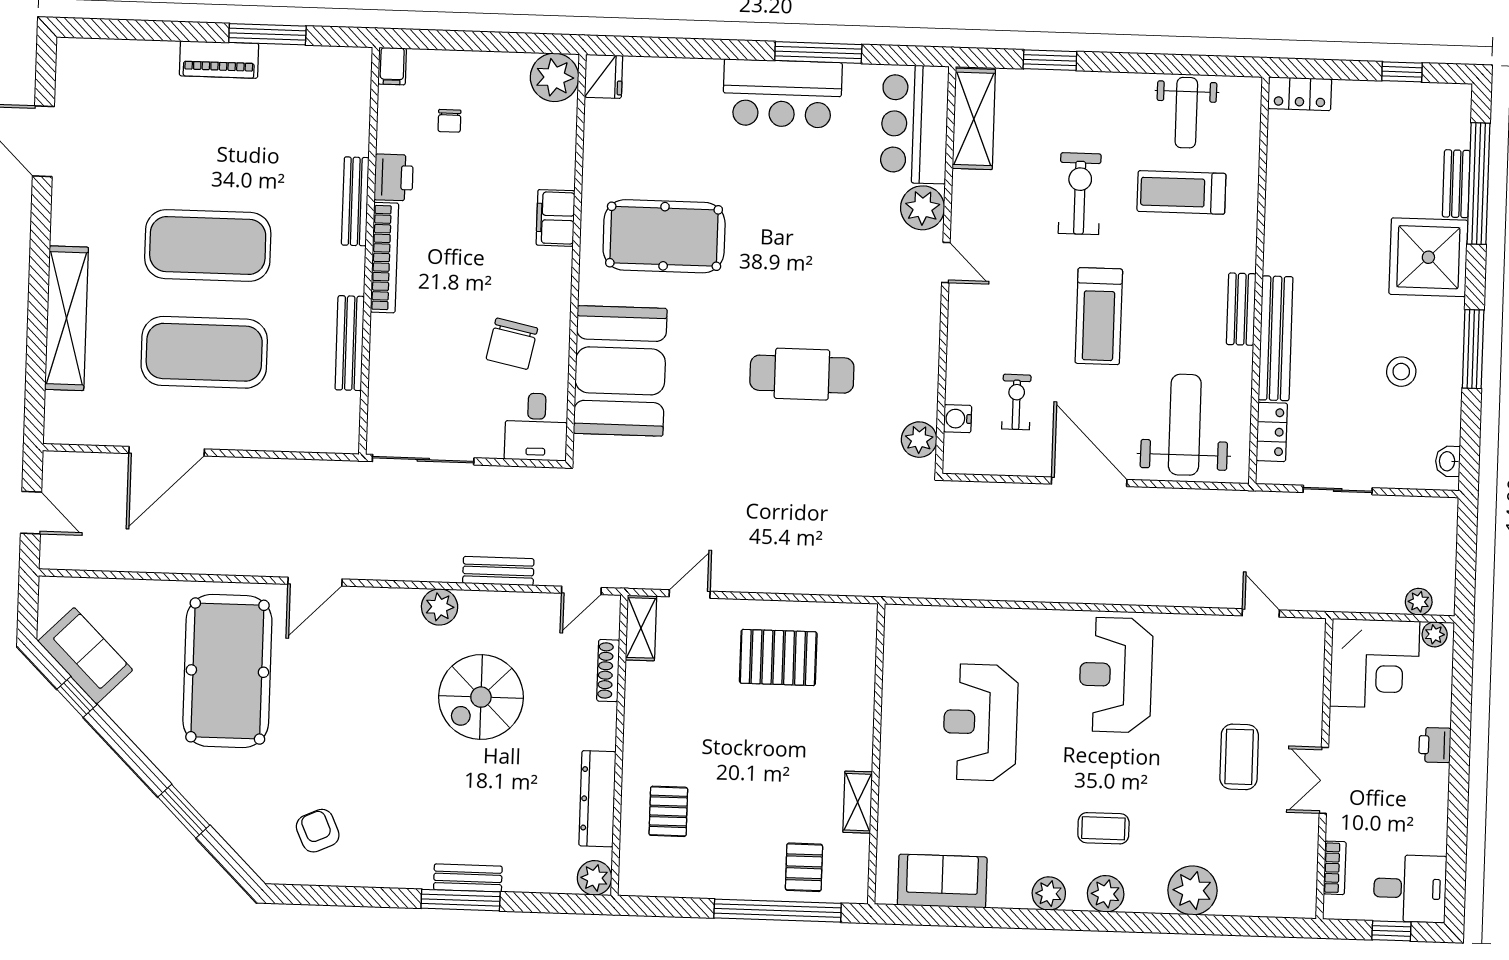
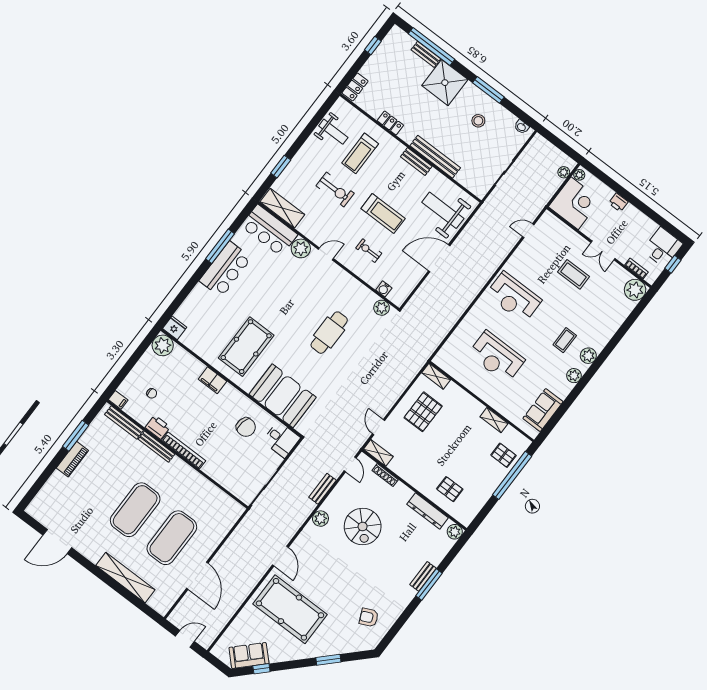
exercise bike: (1080, 194) -> (335, 190), turned 180
bench: (350, 343) -> (124, 422), moved
exercise bike: (1016, 402) -> (369, 251), moved
locker: (1272, 432) -> (390, 123), moved
shelving: (863, 634) -> (436, 376), added
plant: (1192, 890) -> (635, 290), moved

